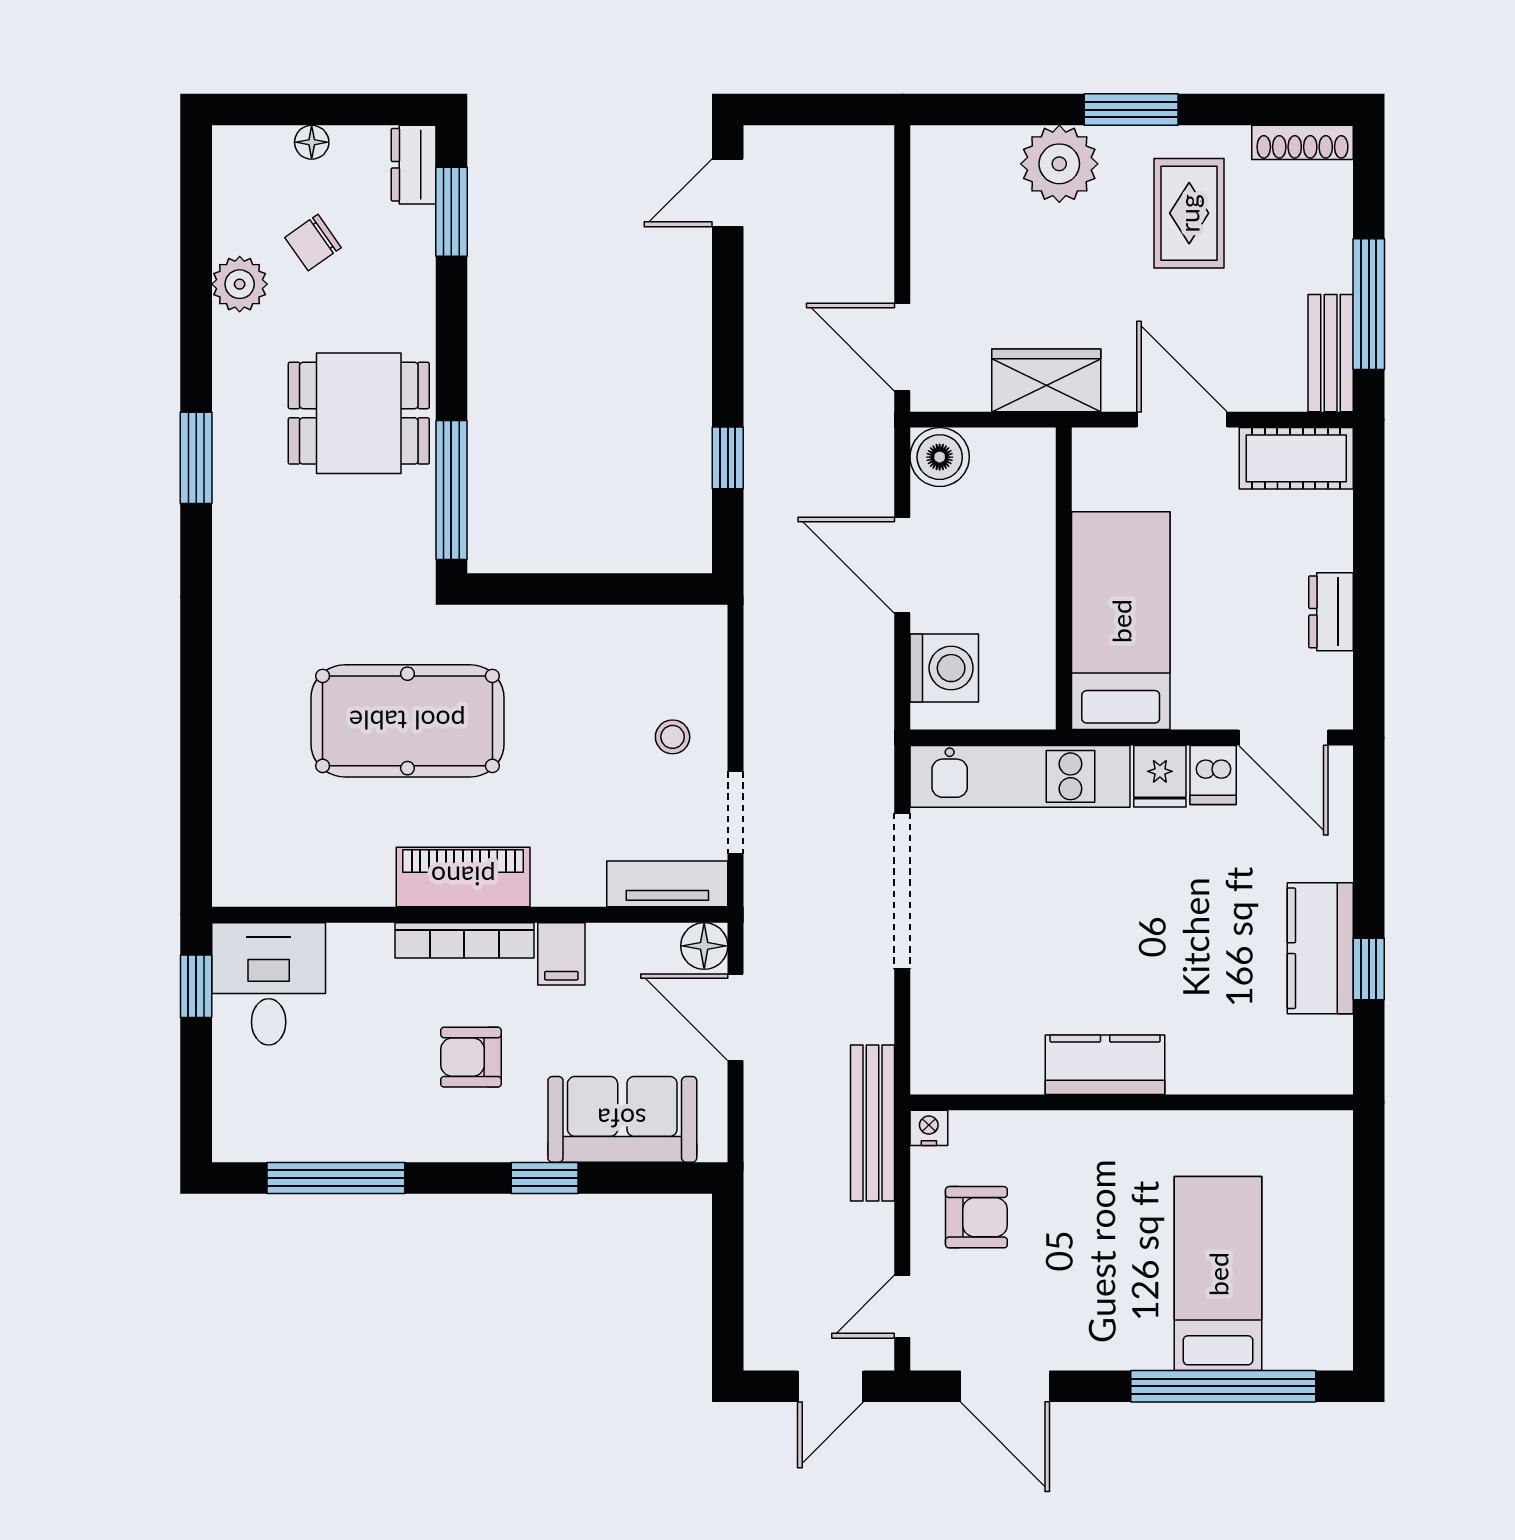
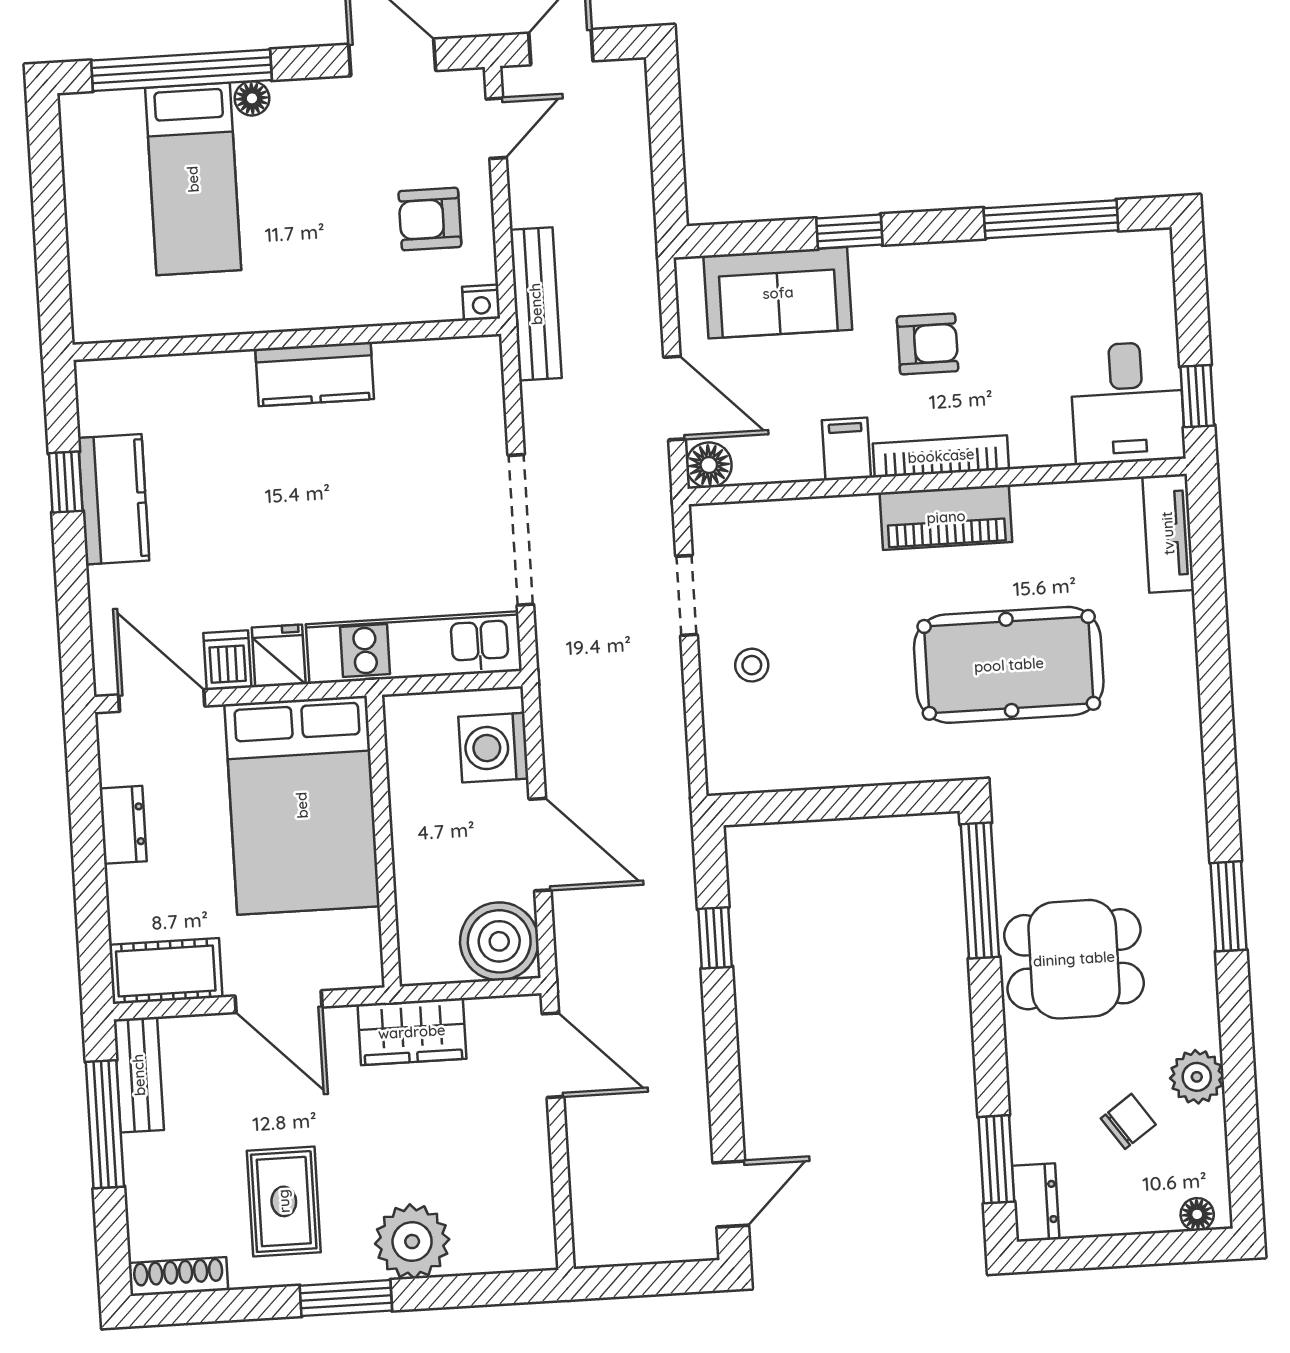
floor lamp: (312, 142) -> (1197, 1214), moved
boiler: (940, 457) -> (499, 941), width x1.37, depth x1.37
bed: (1121, 621) -> (302, 805), width x1.50
tv unit: (667, 884) -> (1168, 533), moved, turned 90
floor lamp: (1152, 1353) -> (252, 98), added

